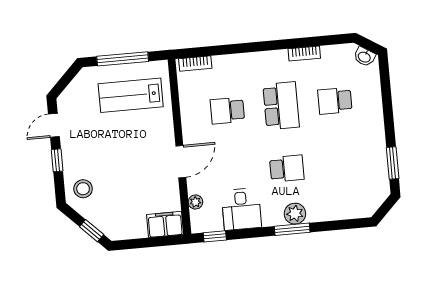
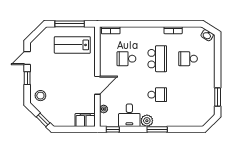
plant: (295, 214) -> (147, 121), moved

